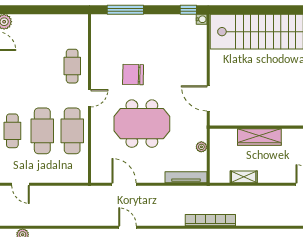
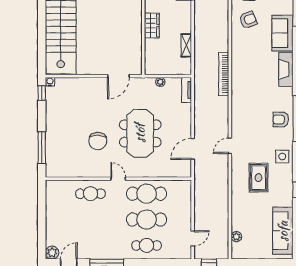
wardrobe: (259, 137) -> (152, 26), width x0.67
tv unit: (186, 177) -> (187, 90), width x0.71

